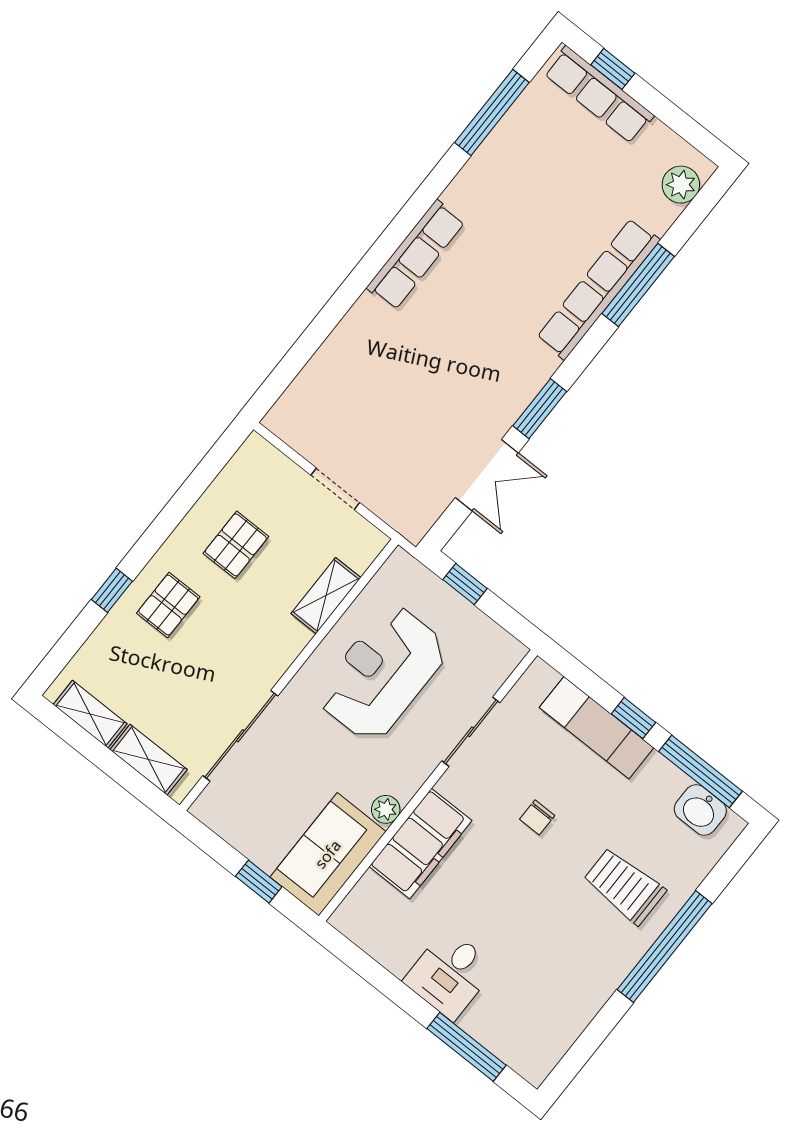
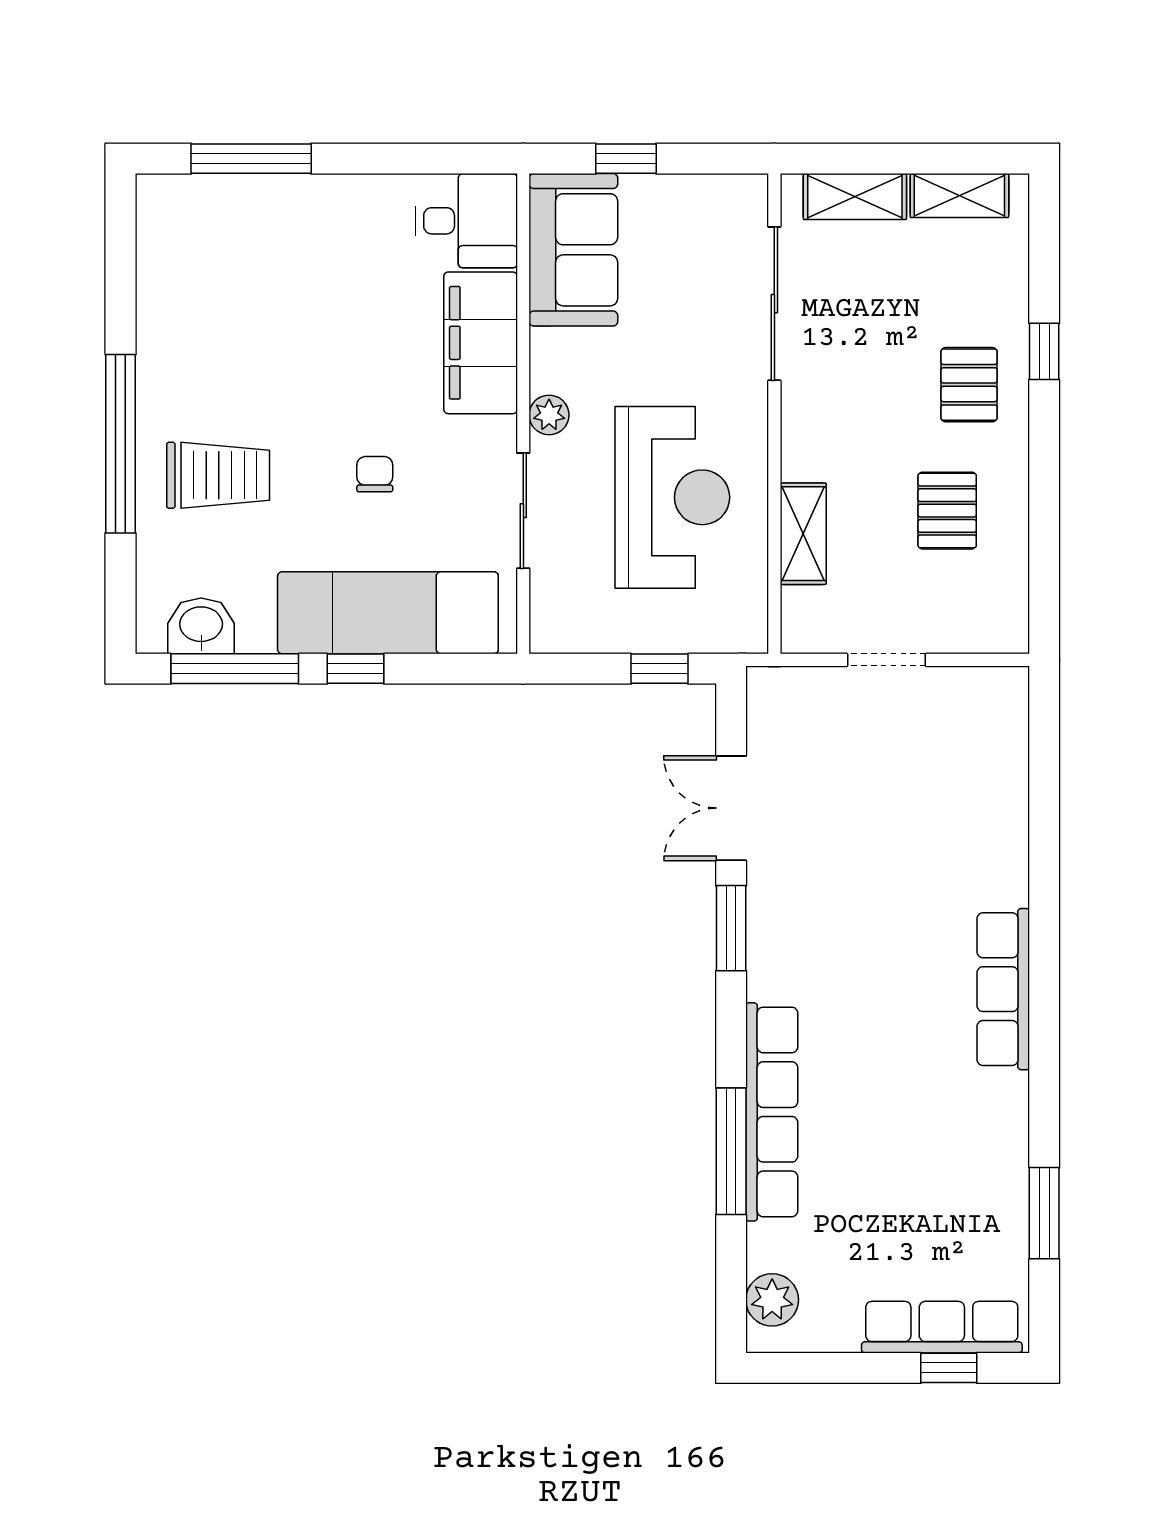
window: (492, 113) -> (1044, 1213), width x0.69
exam couch: (597, 728) -> (388, 613), width x1.36, depth x1.45
plant: (386, 809) -> (549, 415), moved
desk: (450, 974) -> (467, 221), moved, turned 90

